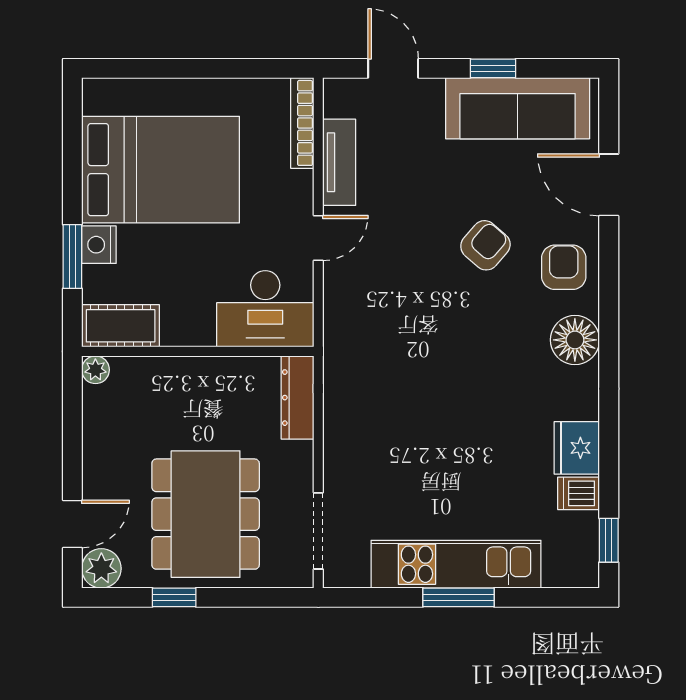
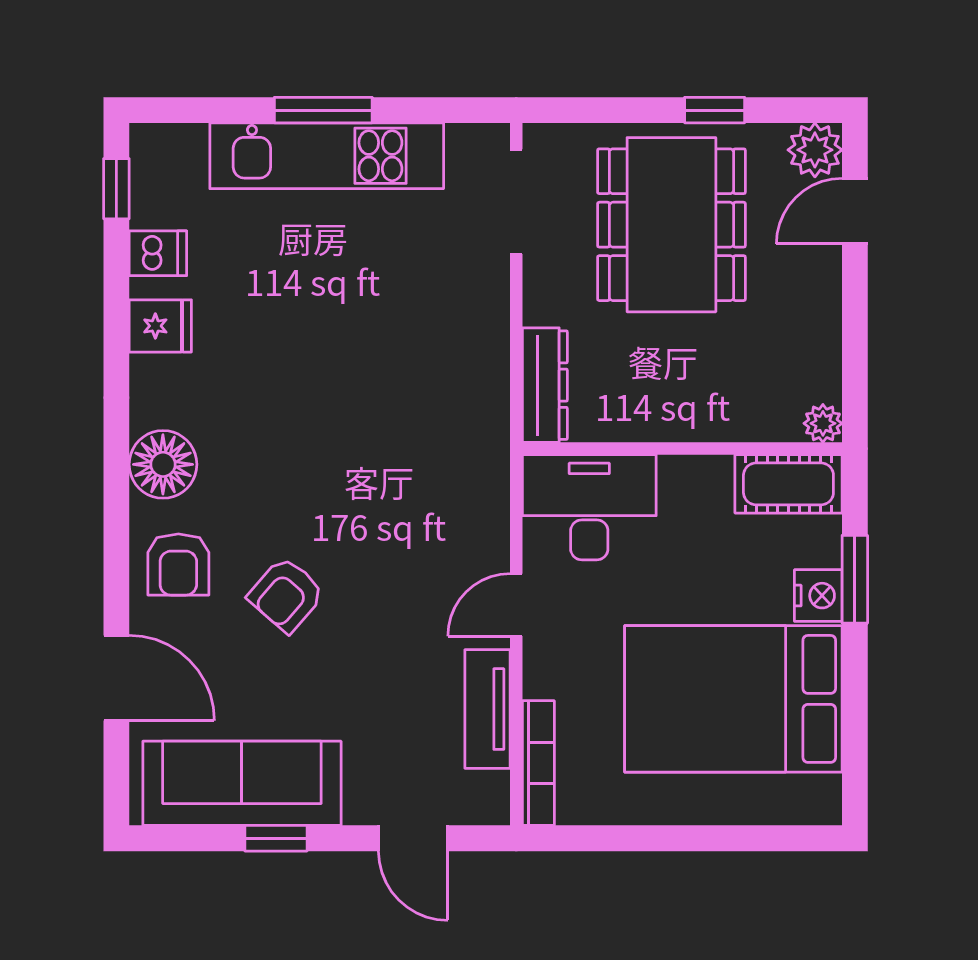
fridge: (577, 448) -> (160, 326), width x0.72

